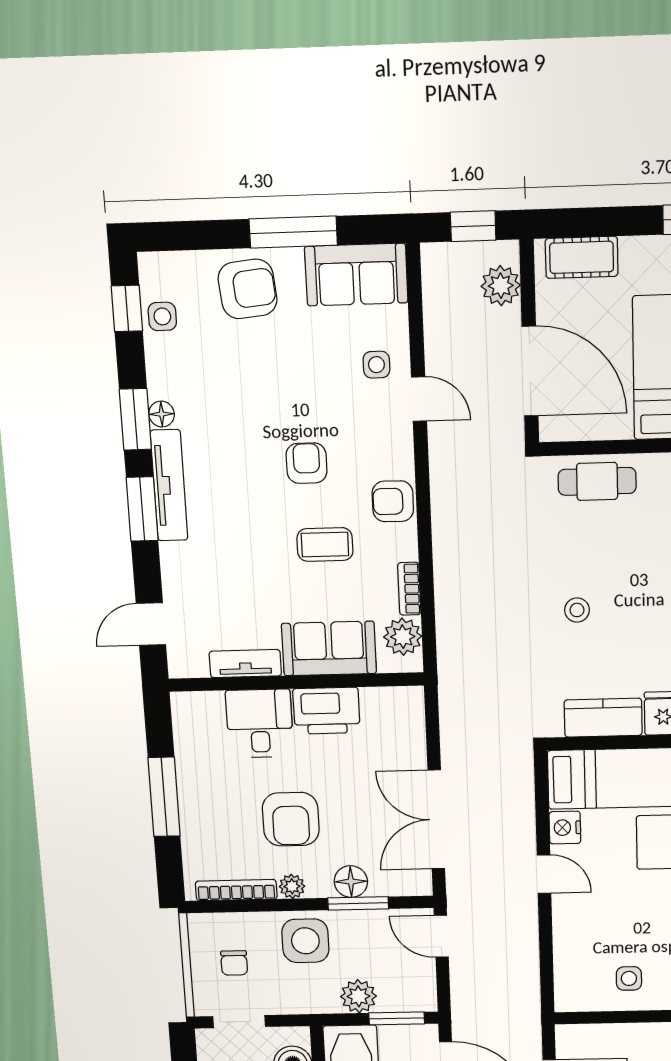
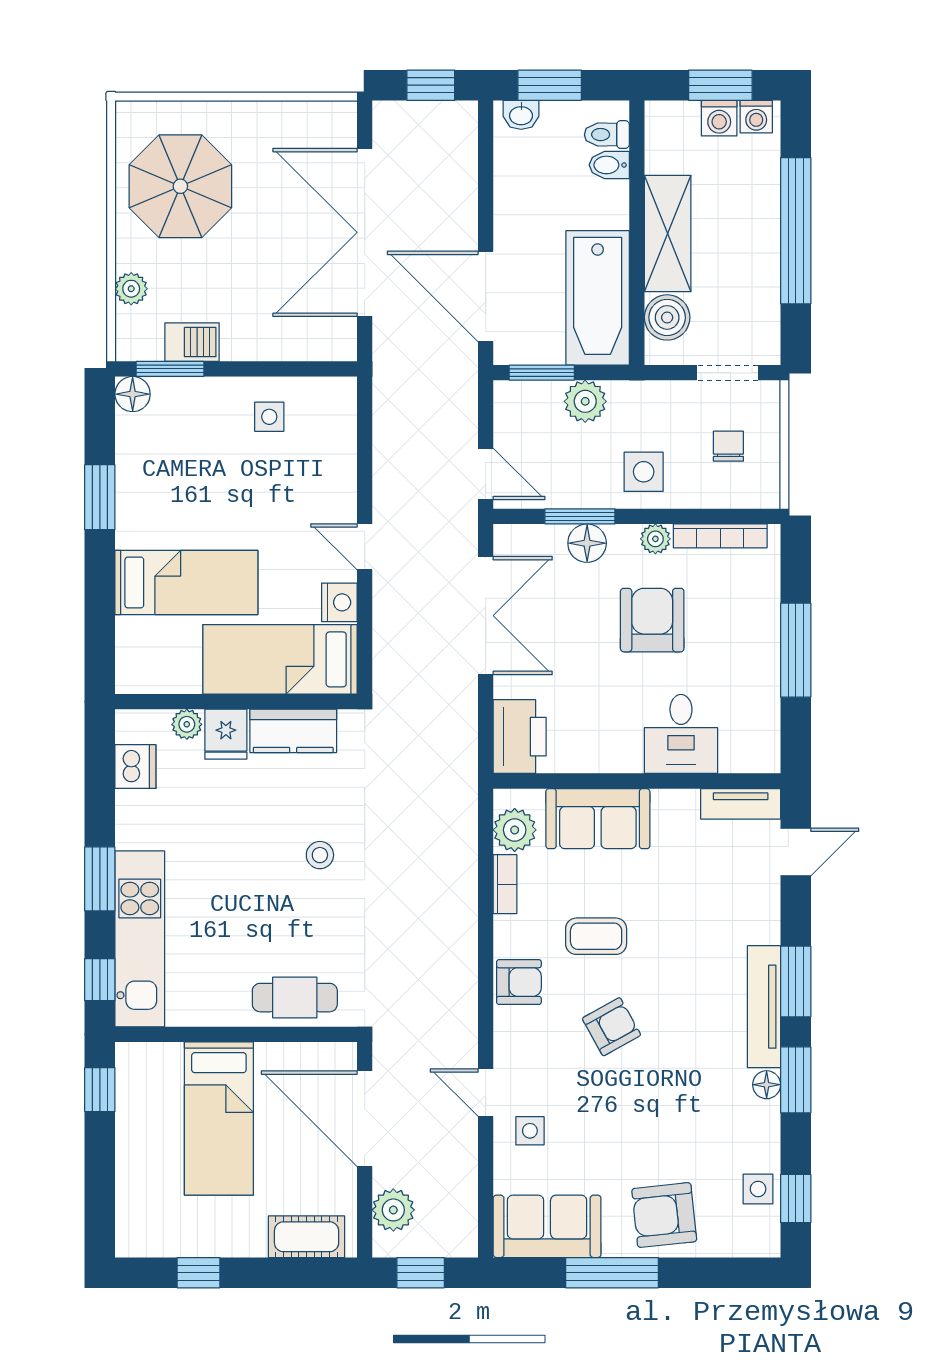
armchair: (306, 463) -> (611, 1027), turned -119
tv unit: (245, 664) -> (741, 804), moved
printer: (327, 711) -> (520, 737), moved, turned 90
side table: (305, 941) -> (644, 472), width x0.73, depth x0.73

